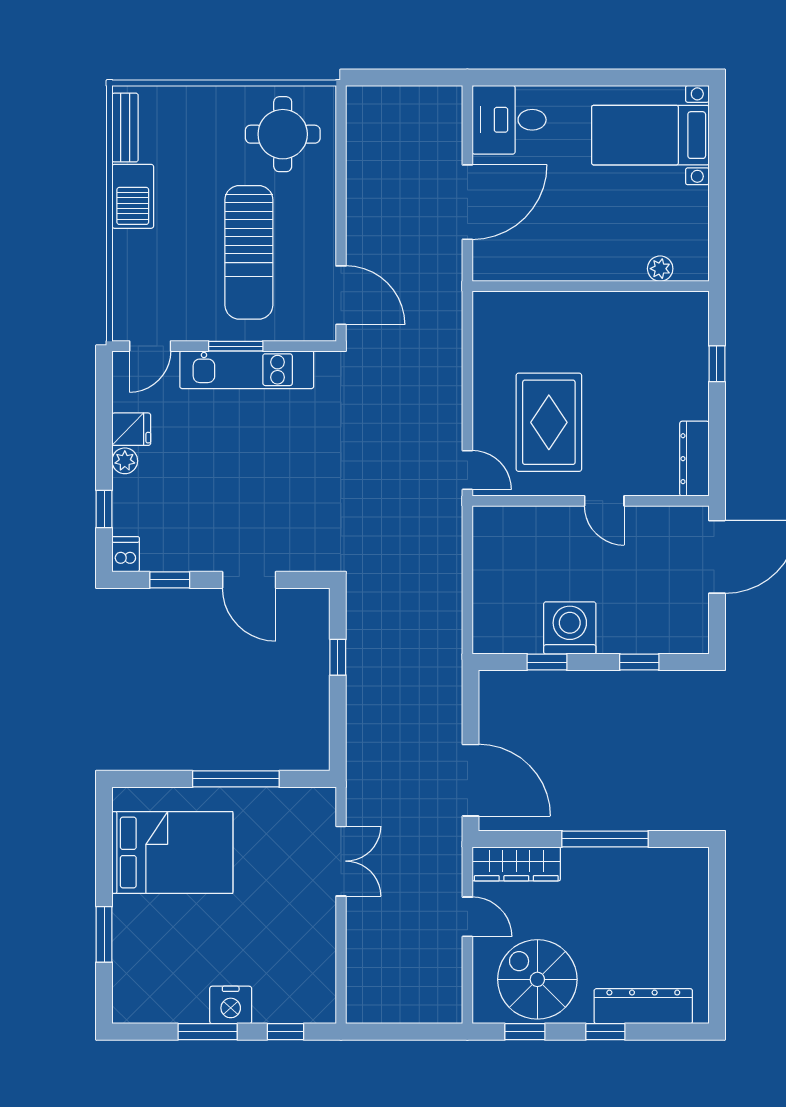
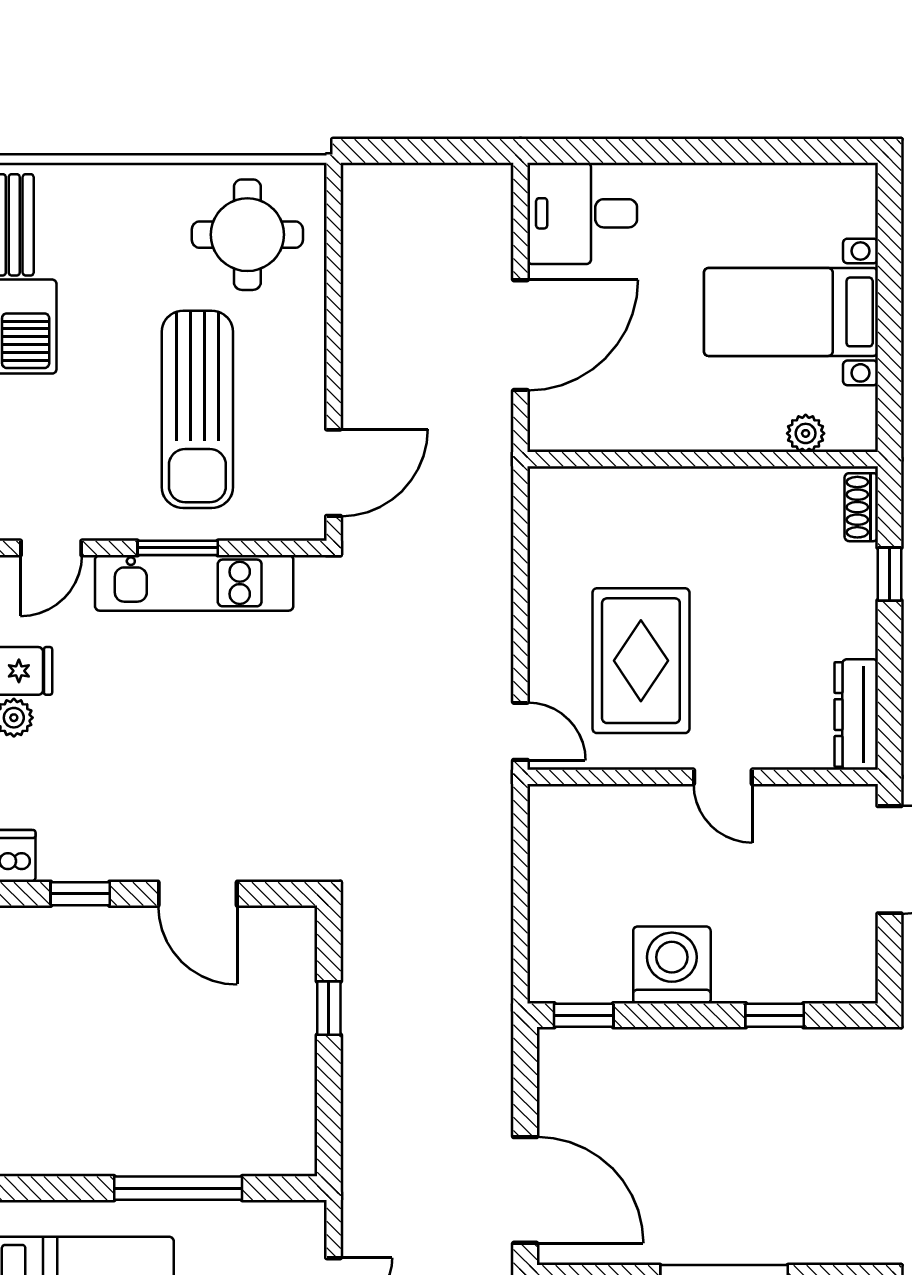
bed with nightstands: (650, 135) -> (791, 312), moved
door: (341, 295) -> (334, 473), hinge flipped
shoe rack: (698, 318) -> (861, 507), added
window: (547, 662) -> (584, 1015), moved

